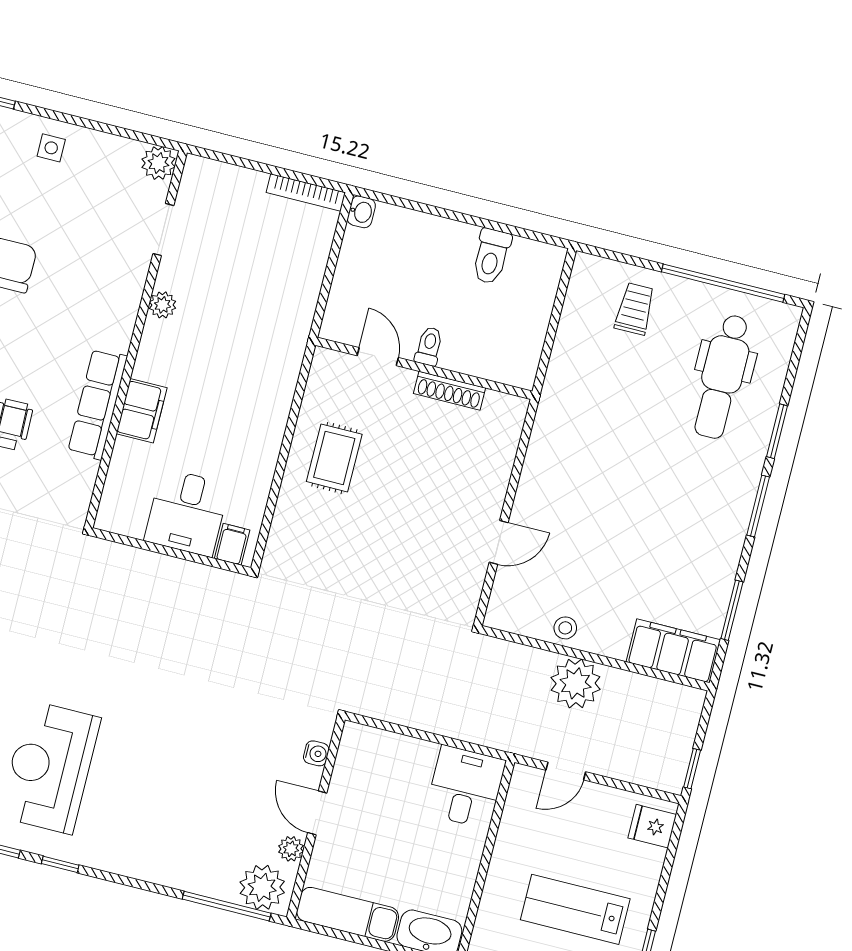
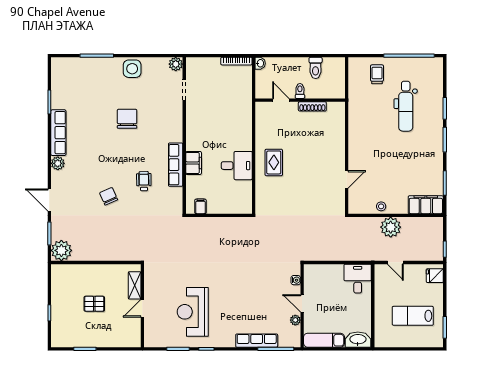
side table: (51, 148) -> (132, 69), width x1.87, depth x1.87
plant: (162, 305) -> (191, 119), removed
toilet: (429, 346) -> (300, 91), moved
door: (378, 357) -> (281, 100), moved
wall: (424, 368) -> (300, 100), moved
dental chair: (722, 377) -> (406, 106), moved
shoe rack: (450, 391) -> (312, 106), moved
desk: (187, 512) -> (237, 166), moved, turned -90
filing cabinet: (232, 544) -> (200, 206), moved
door: (566, 771) -> (395, 262), hinge flipped
row of seats: (186, 875) -> (257, 341), added
plant: (262, 887) -> (288, 338), removed

